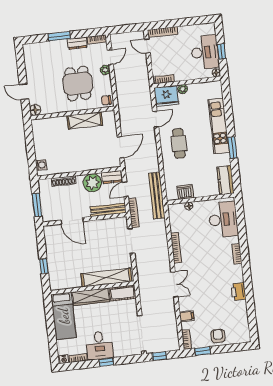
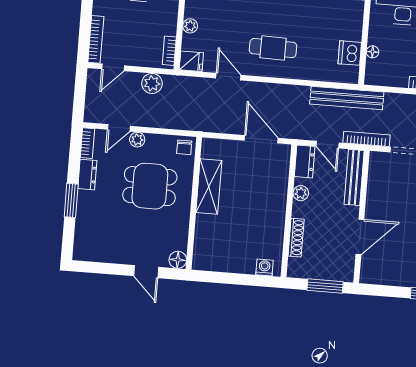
door: (110, 57) -> (119, 128), swing flipped
plant: (142, 72) -> (152, 83), added
door: (24, 92) -> (146, 272), hinge flipped
fridge: (166, 96) -> (191, 61), width x0.53, depth x0.75
plant: (92, 183) -> (301, 193), width x0.53, depth x0.53

